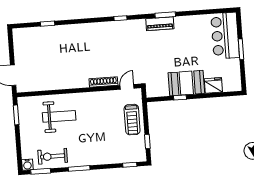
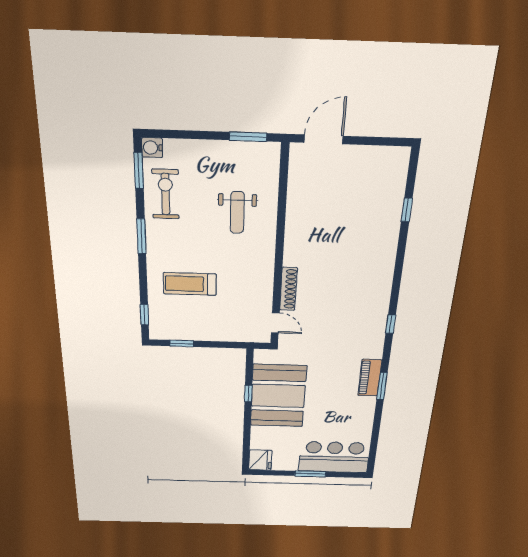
booth: (186, 83) -> (278, 396), width x1.36, depth x1.42
fridge: (213, 85) -> (260, 460), moved
weight bench: (59, 116) -> (237, 213), width x0.73, depth x0.75
treadmill: (132, 120) -> (190, 284), moved

